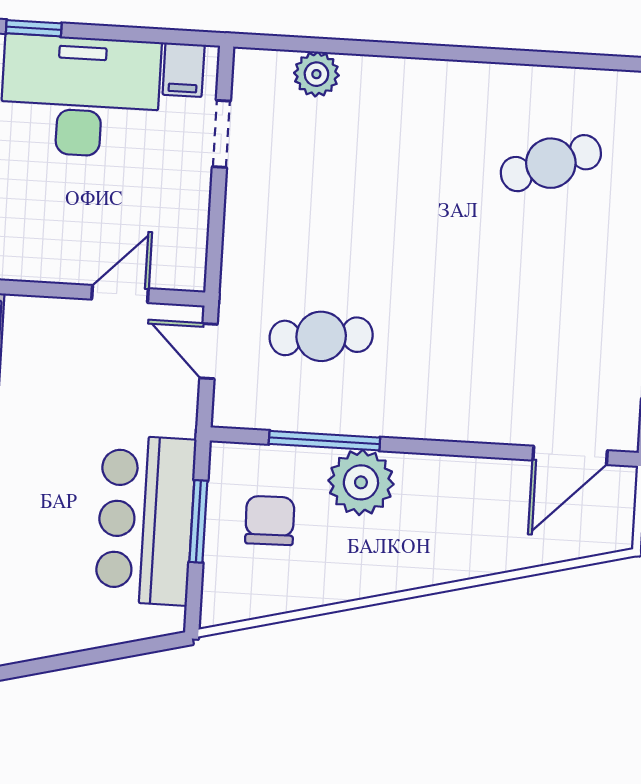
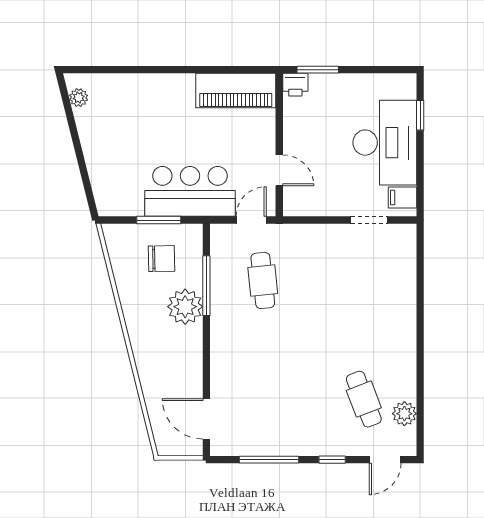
plant: (316, 74) -> (404, 414), moved
bar counter: (146, 520) -> (190, 191), moved

